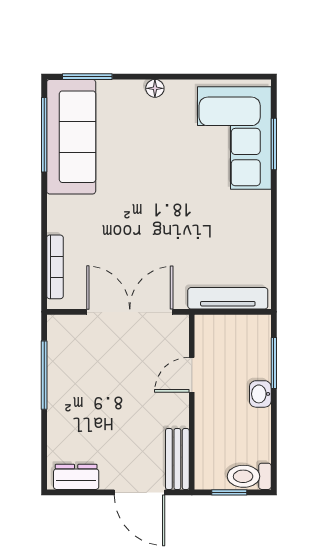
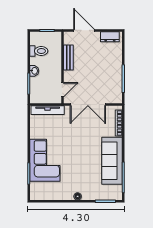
sofa: (71, 137) -> (112, 161), moved
corner sofa: (234, 138) -> (45, 160), moved
door: (192, 375) -> (62, 90), moved
bench: (177, 459) -> (68, 58), moved
toilet: (249, 476) -> (39, 51), moved

